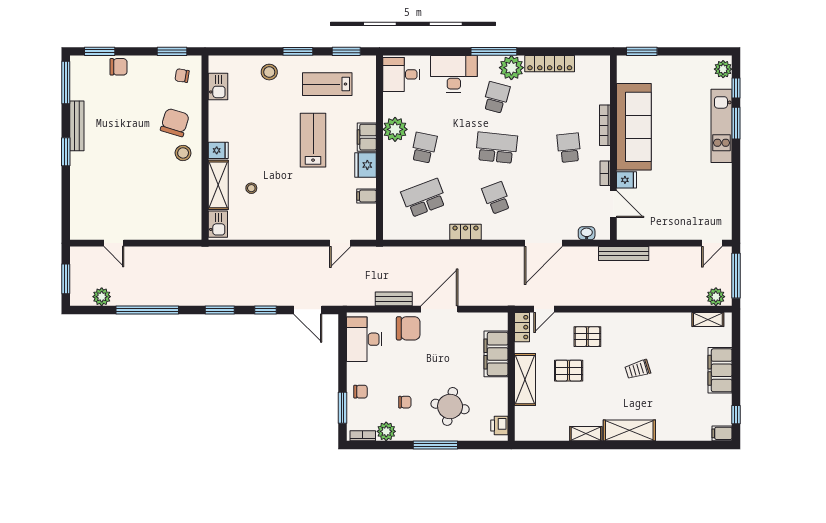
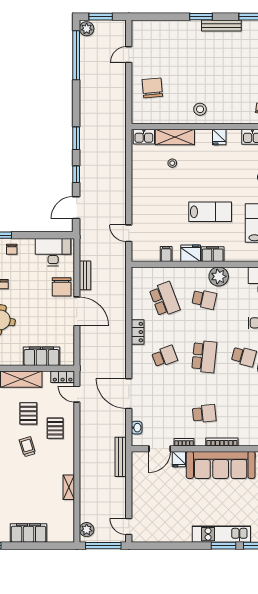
chair: (175, 122) -> (152, 88), moved, turned -112
fridge: (218, 150) -> (219, 137), moved
plant: (102, 297) -> (87, 29), moved
window: (147, 310) -> (76, 55), moved
shelving: (708, 319) -> (69, 487), moved
trolley: (638, 369) -> (27, 447), moved

